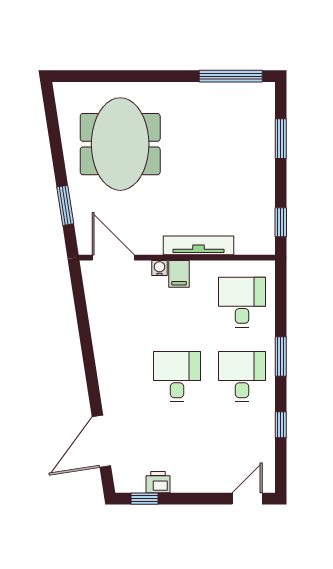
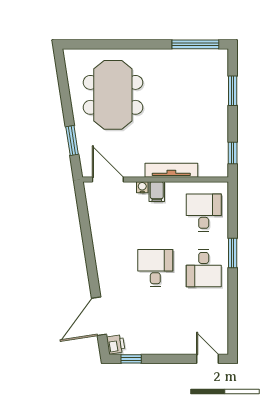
desk: (242, 377) -> (204, 268), turned 180
window: (281, 425) -> (233, 304), removed
printer: (158, 482) -> (116, 344), moved, turned 81
door: (247, 499) -> (207, 359), hinge flipped

